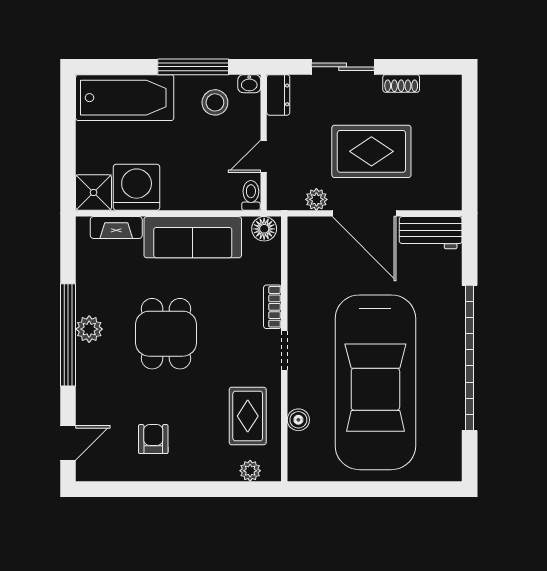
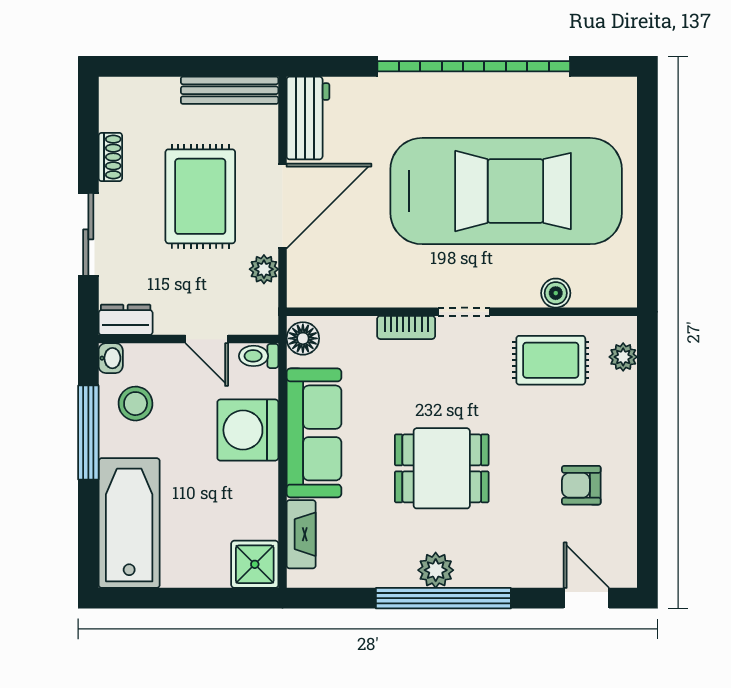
bench: (452, 173) -> (230, 90), added
washing machine: (137, 187) -> (248, 430), moved

